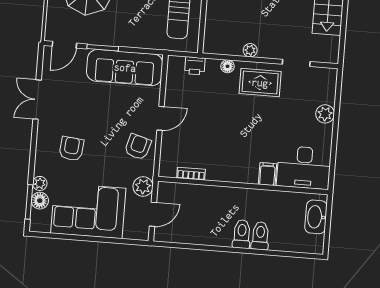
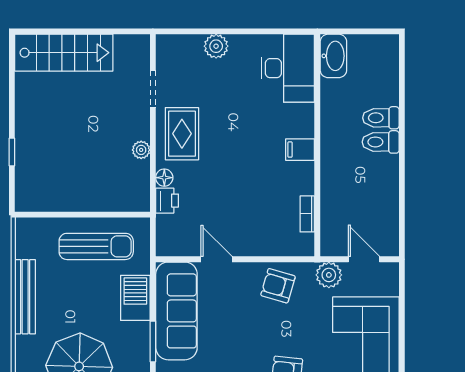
barbecue: (137, 37) -> (135, 298), added
printer: (195, 66) -> (167, 201), moved
door: (161, 118) -> (217, 259), moved
filing cabinet: (267, 174) -> (300, 150), moved
washbasin: (316, 217) -> (333, 56), moved, turned -90

